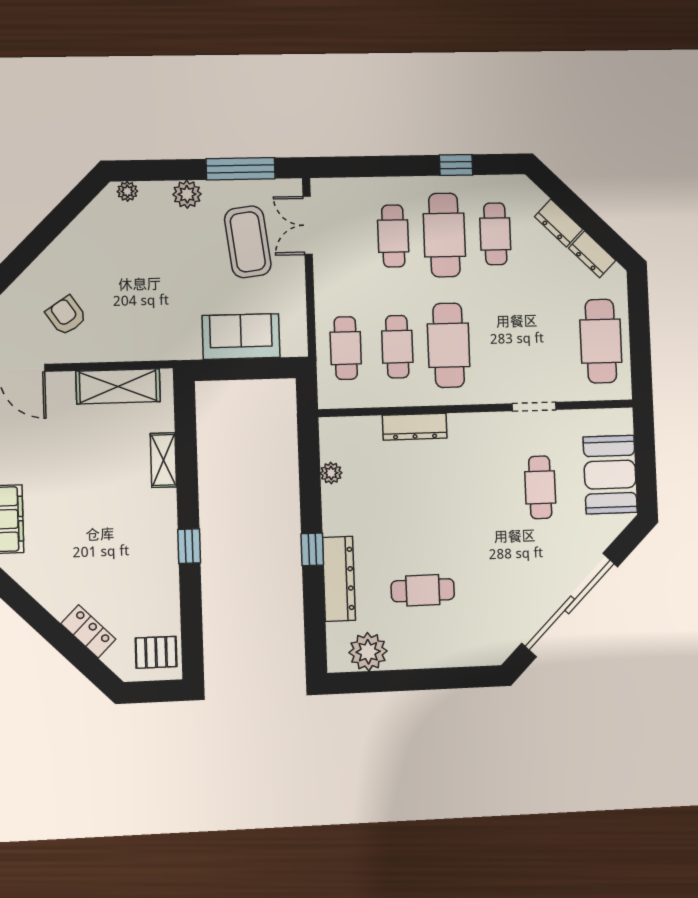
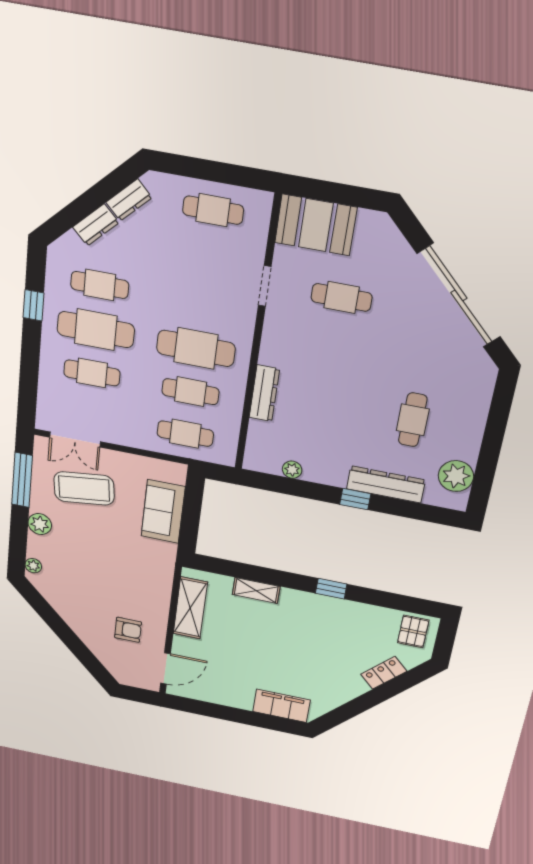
armchair: (66, 316) -> (128, 630), turned -146
cafe table: (601, 341) -> (213, 210), width x0.73, depth x0.74
booth: (610, 475) -> (316, 225), moved

